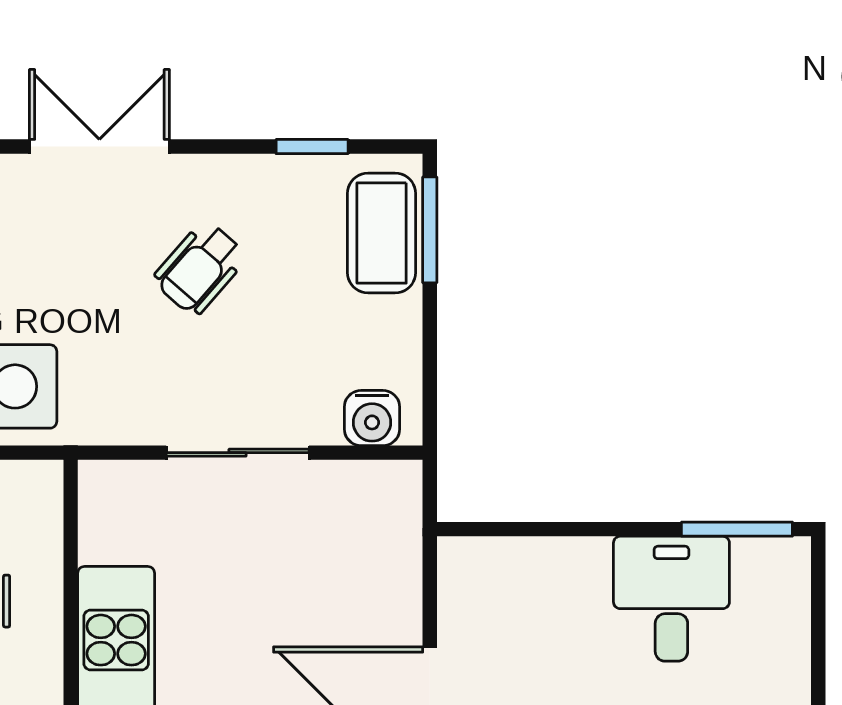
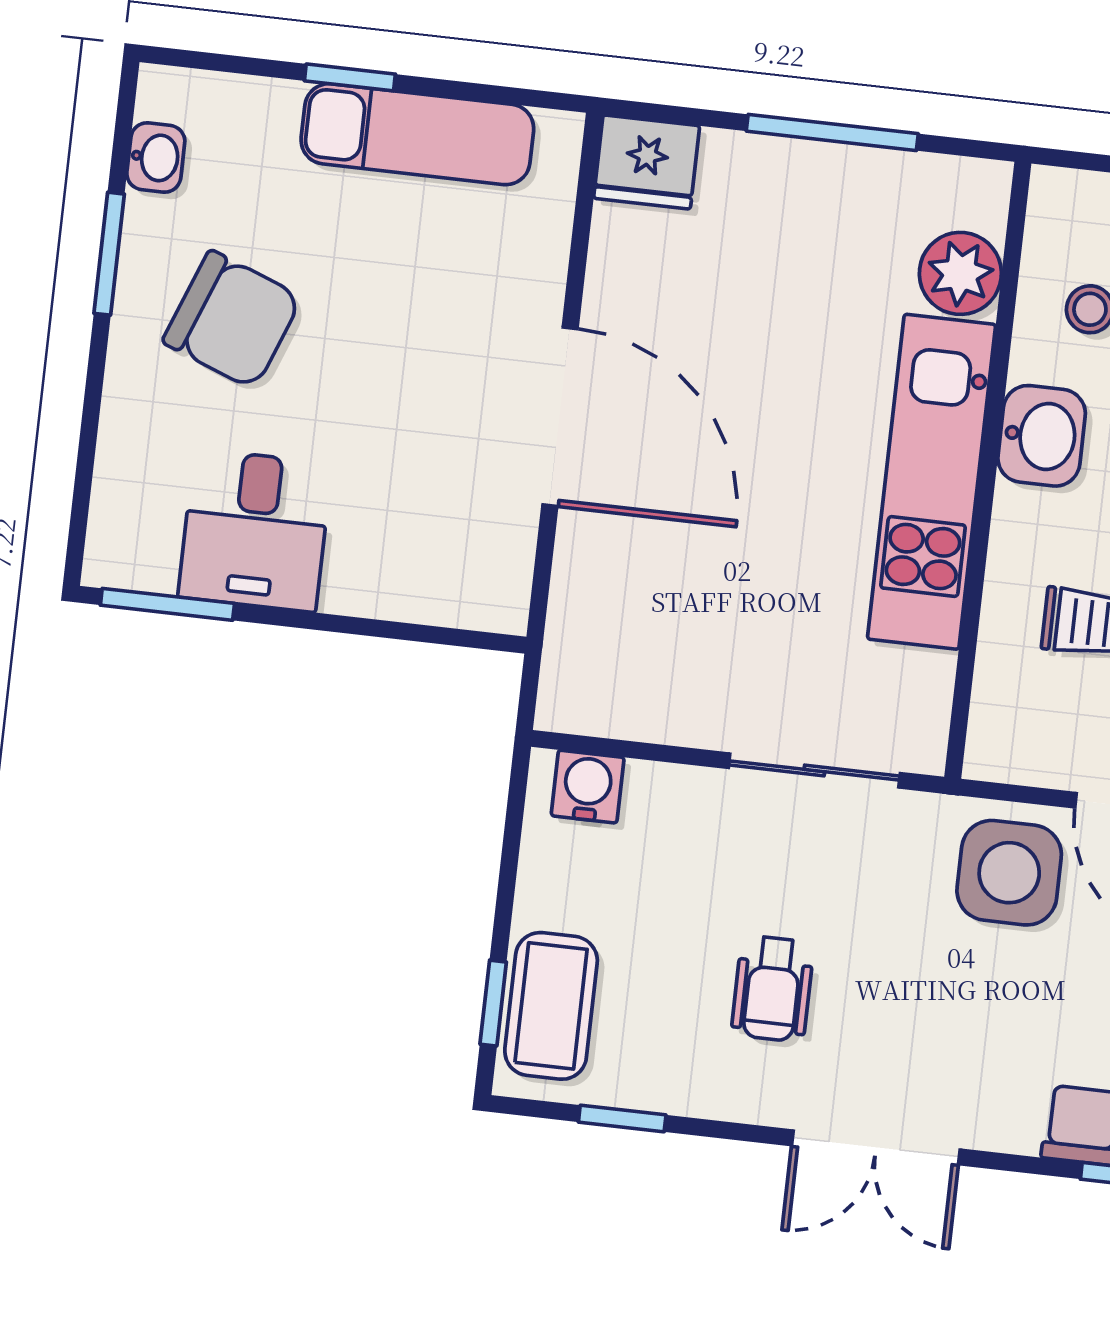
window: (430, 230) -> (493, 1003), width x0.67
wheelchair: (200, 268) -> (773, 989), turned 139
sliding door: (238, 453) -> (814, 770), moved

